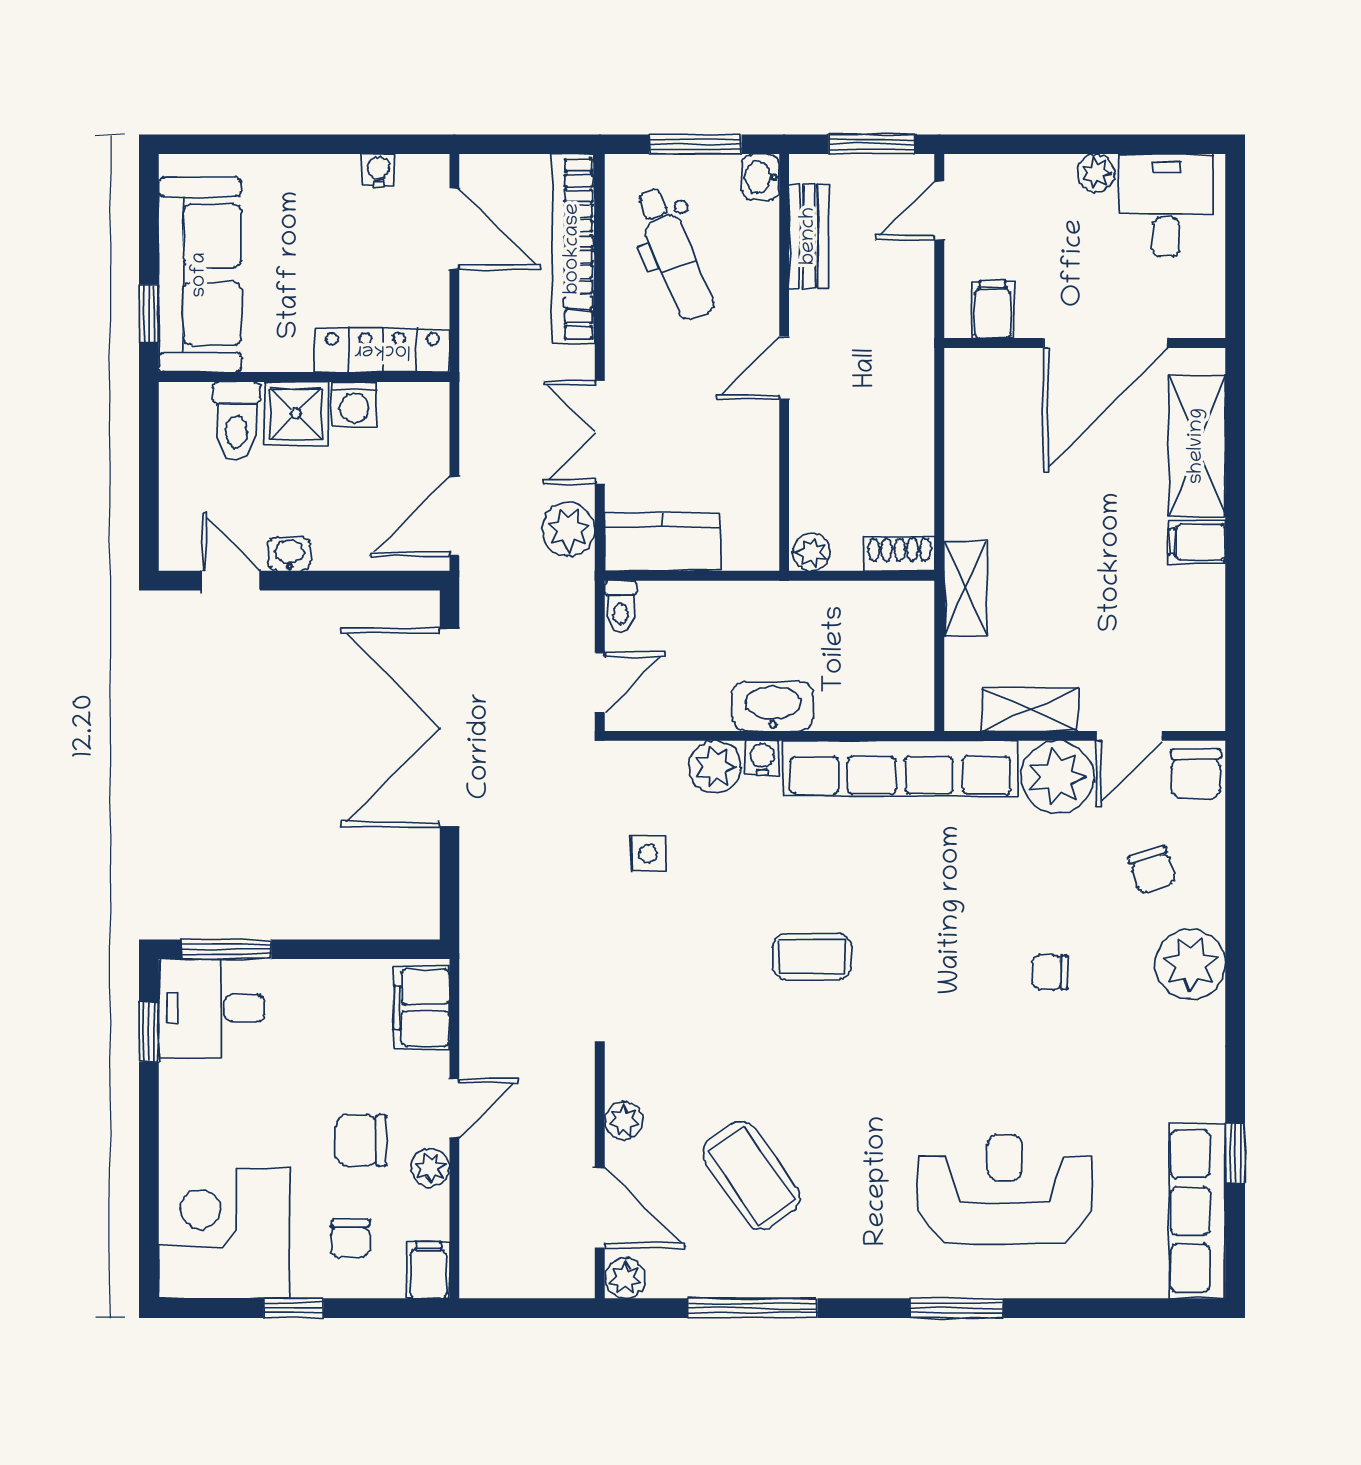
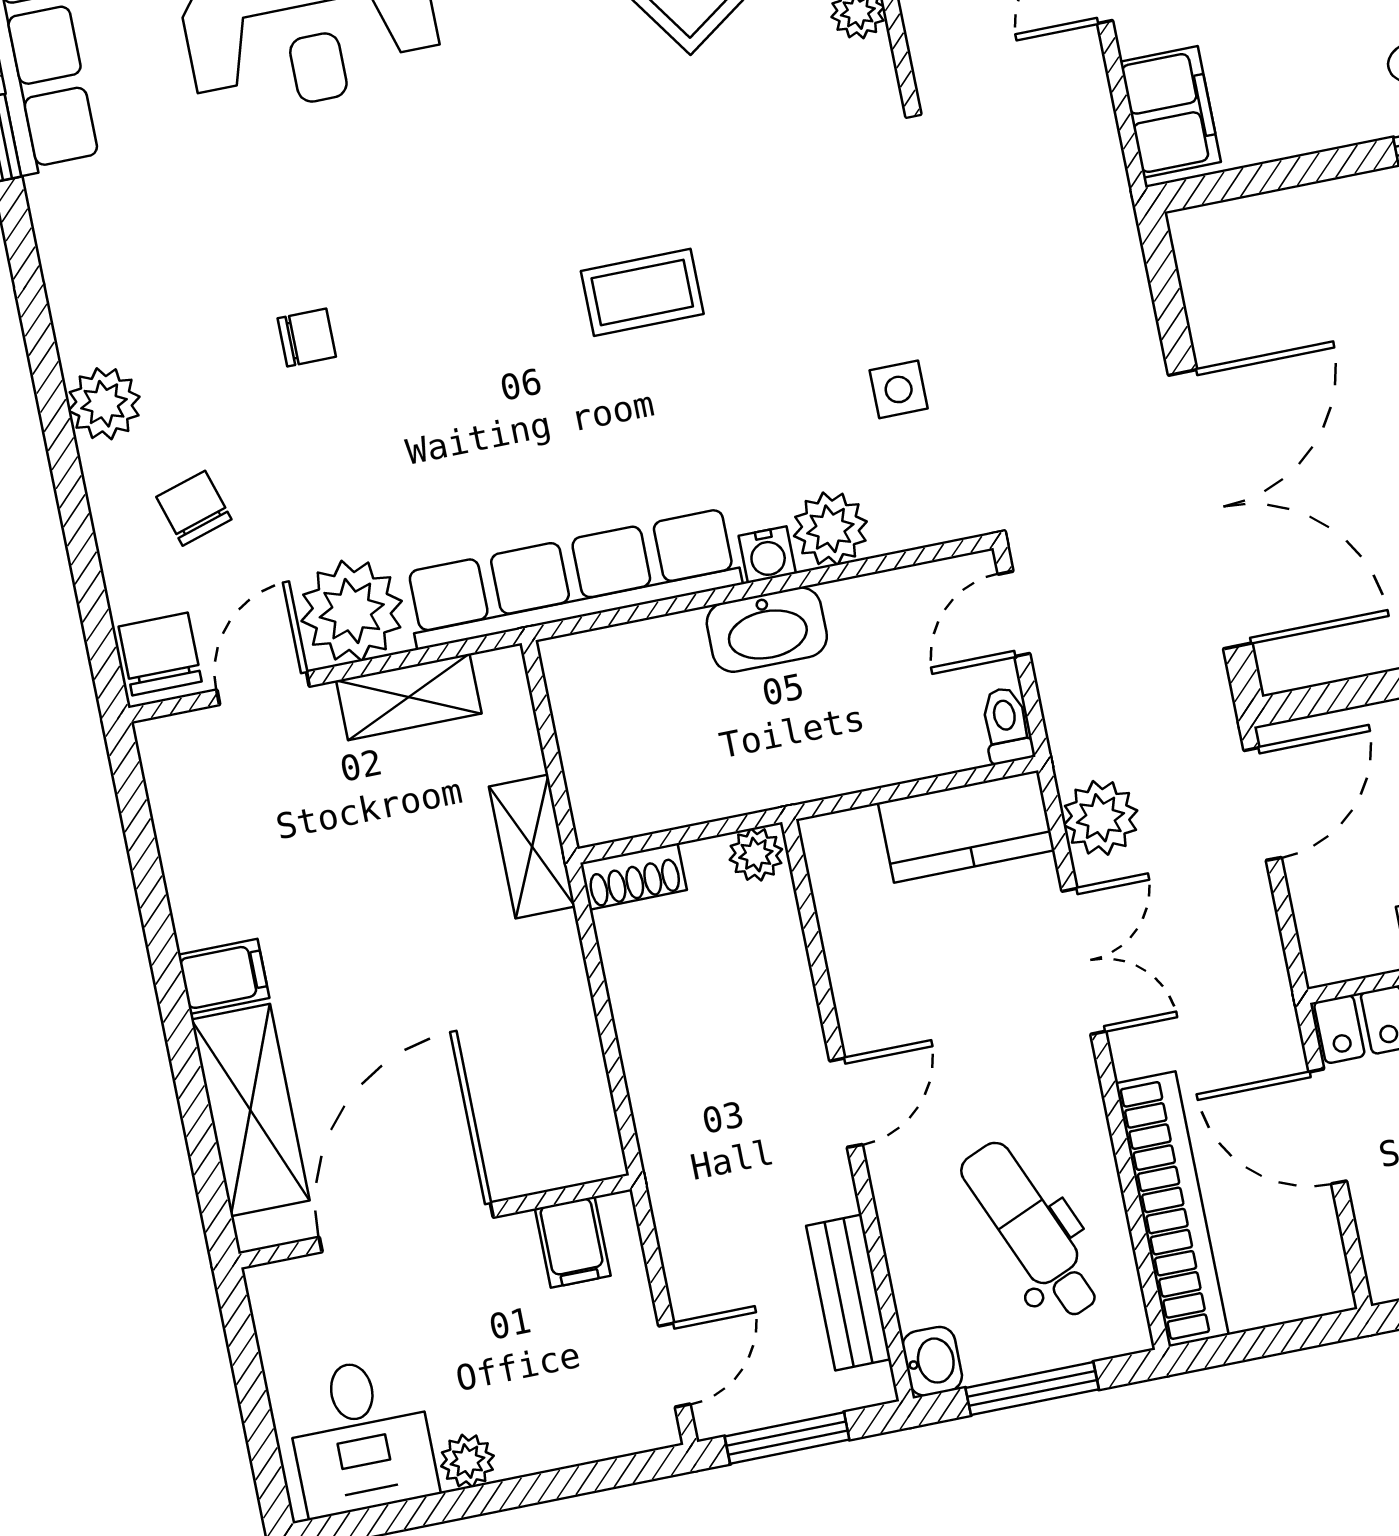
door: (454, 229) -> (1328, 1126), moved
plant: (1190, 964) -> (104, 404), width x0.73, depth x0.73

